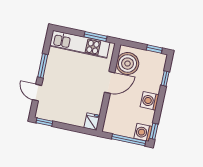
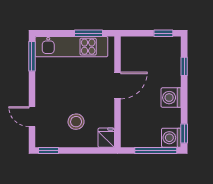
boiler: (128, 64) -> (135, 58), removed
window: (43, 66) -> (32, 56), moved
stool: (71, 104) -> (76, 122), added

